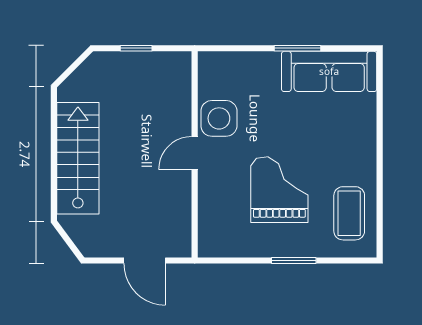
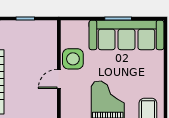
sofa: (329, 71) -> (126, 35), width x1.36, depth x1.27

